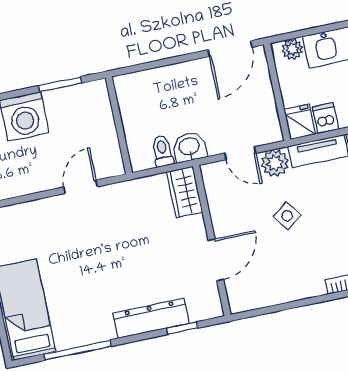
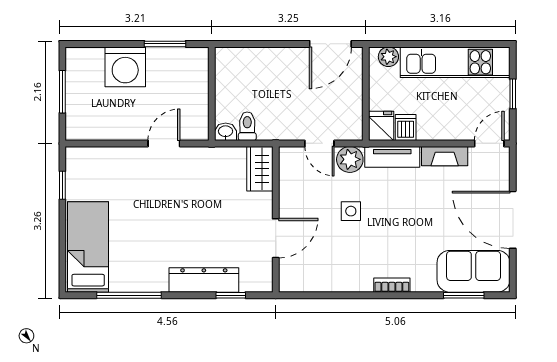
washbasin: (189, 147) -> (226, 132), moved, width x0.72, depth x0.69
side table: (287, 216) -> (351, 211), turned 37

